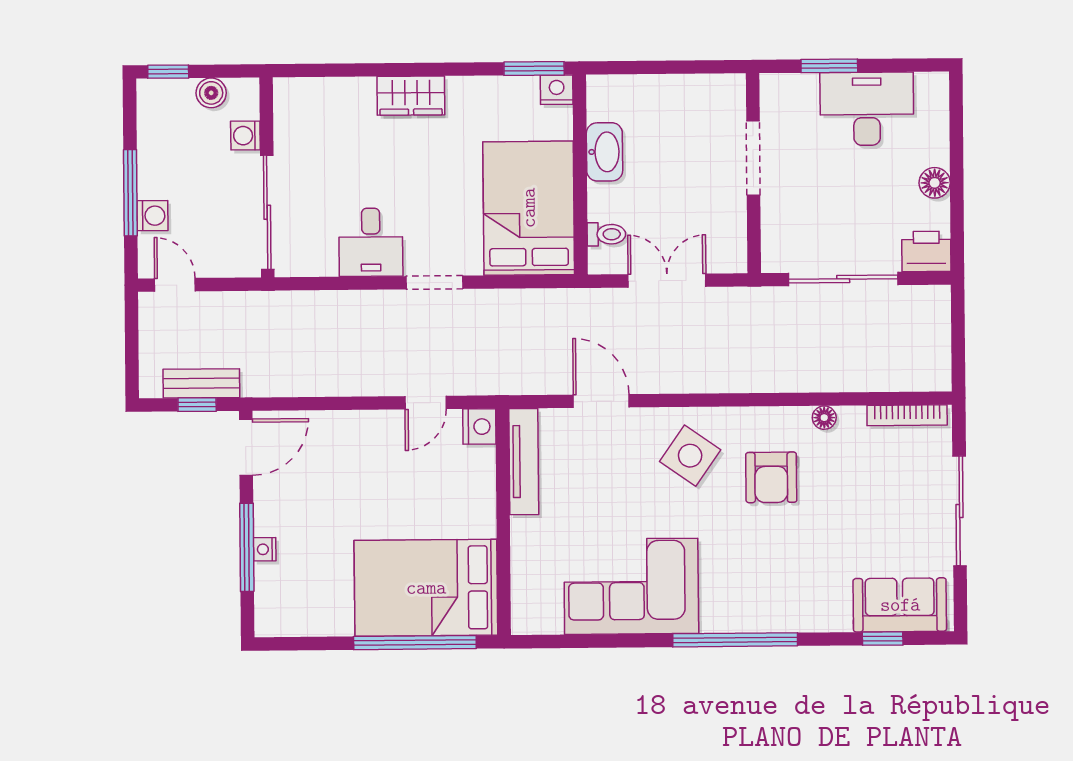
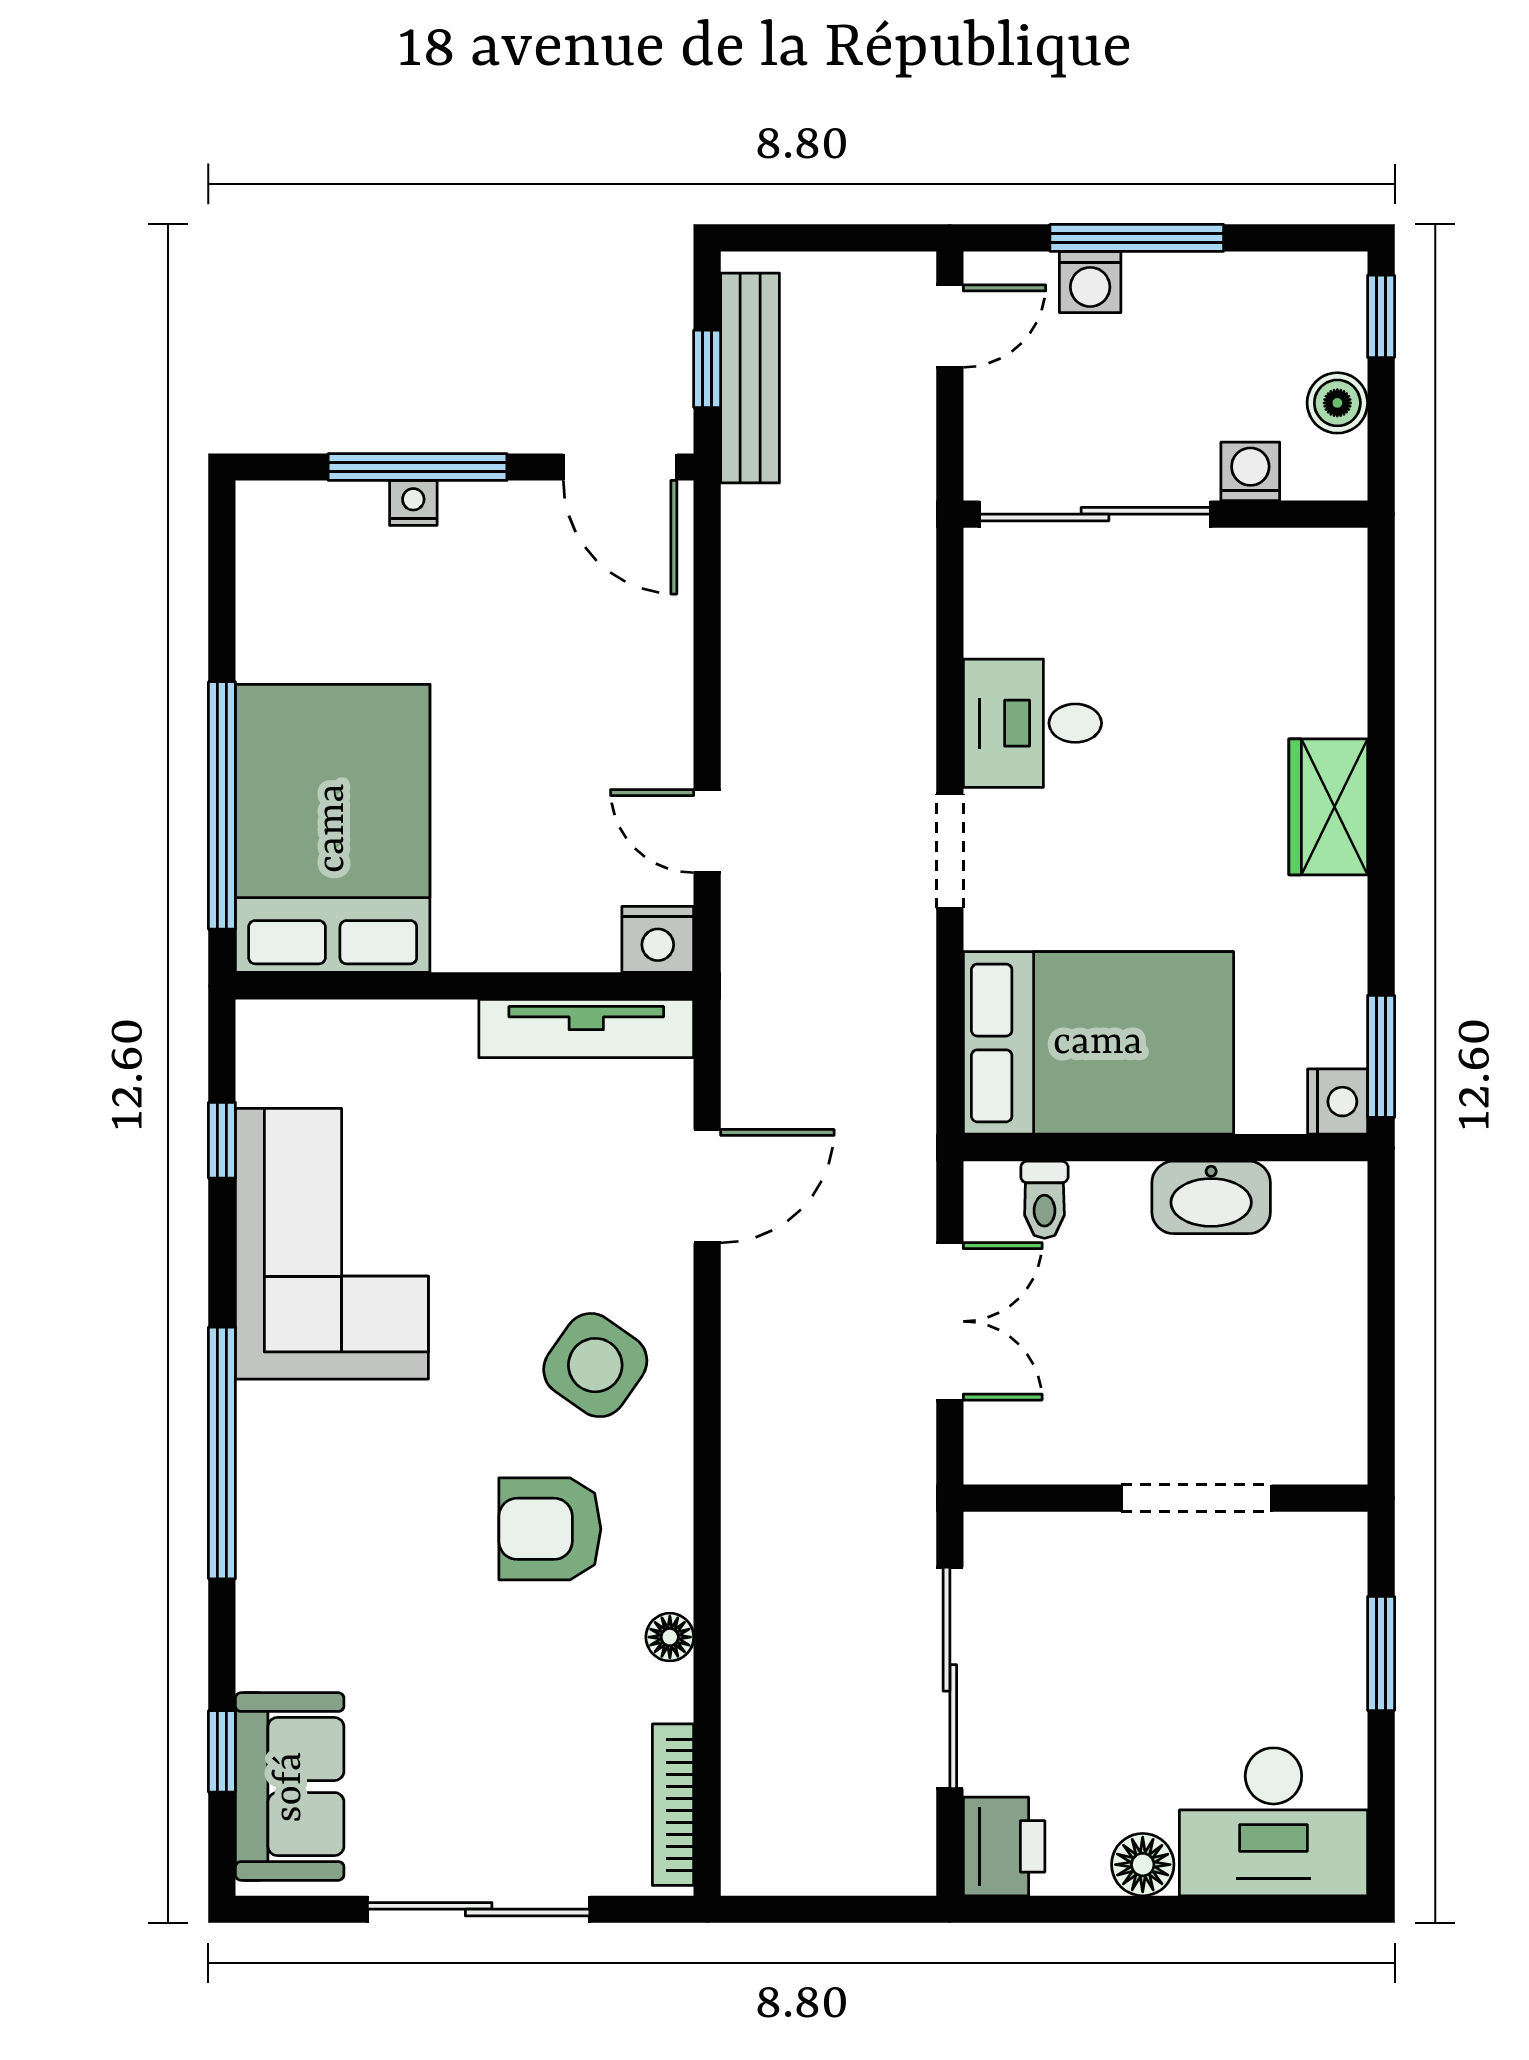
desk: (867, 109) -> (1273, 1822), moved, turned 90
bench: (201, 383) -> (750, 378), width x1.36
window: (581, 641) -> (222, 1140), added

